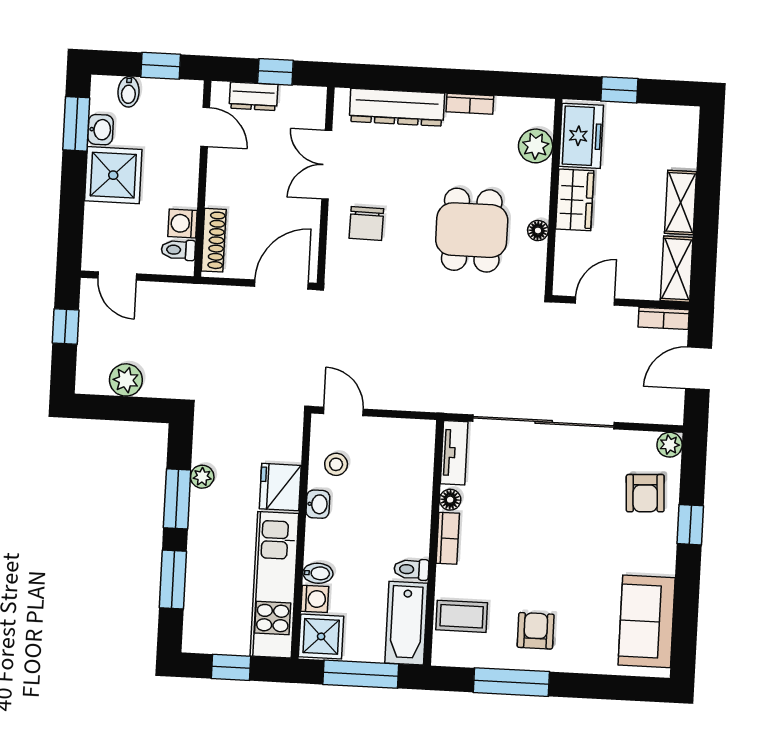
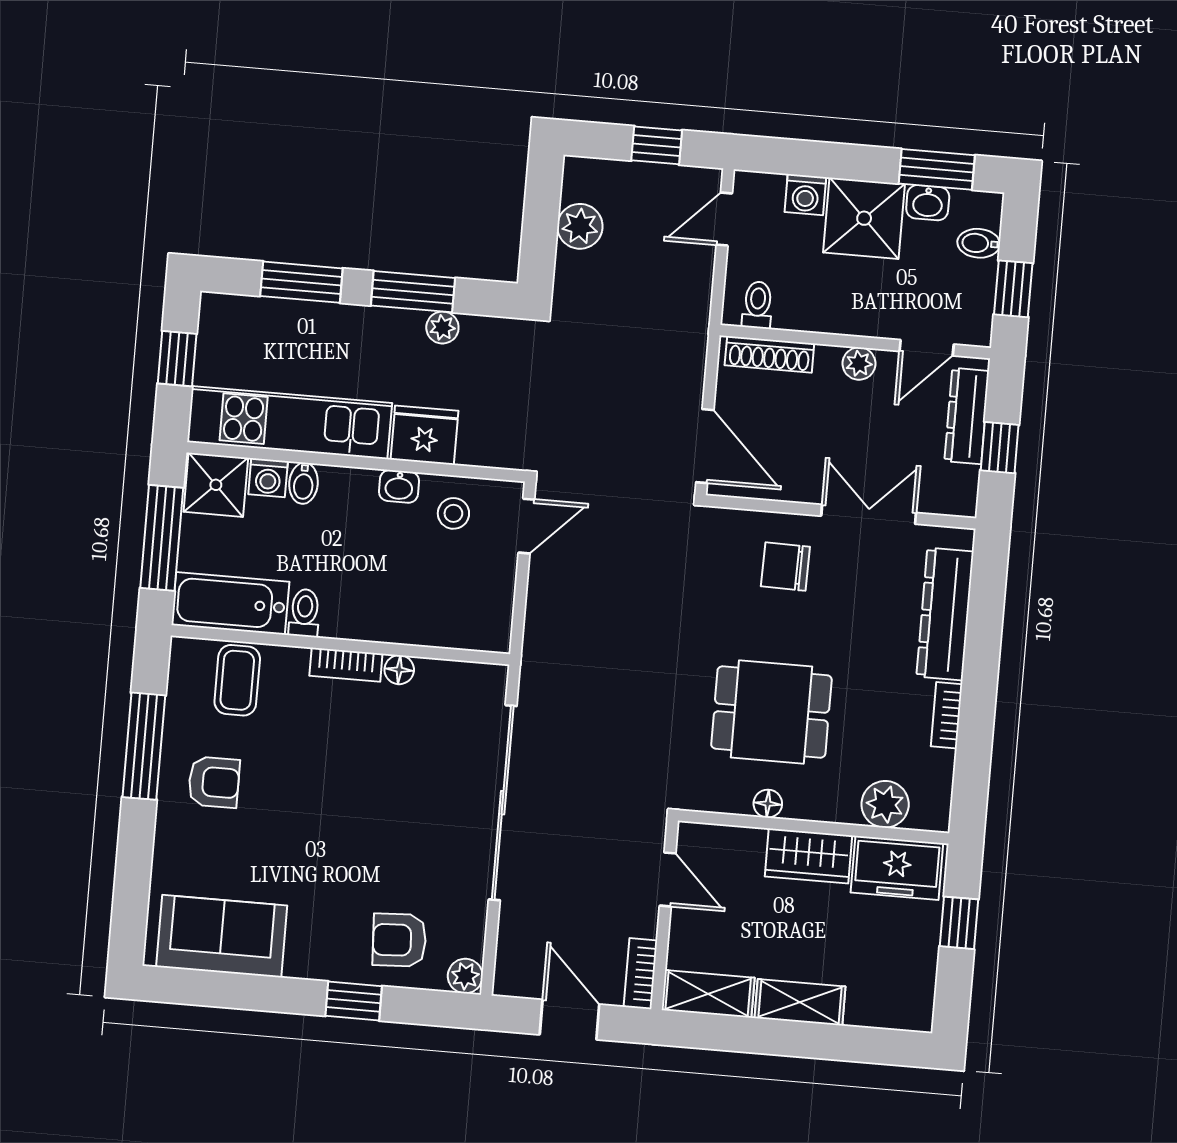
dresser: (253, 96) -> (967, 416), width x1.44
plant: (218, 175) -> (859, 364), added
washing machine: (183, 223) -> (805, 195), moved, turned 180
tv unit: (454, 453) -> (464, 677), removed

